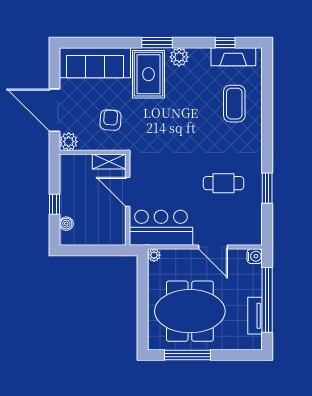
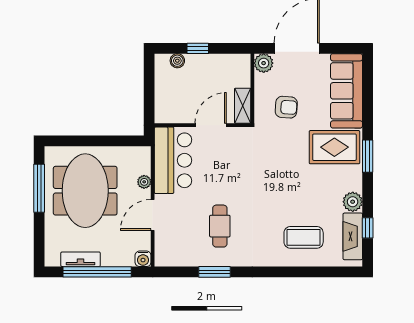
plant: (179, 57) -> (353, 202), moved
plant: (154, 255) -> (144, 182), moved

